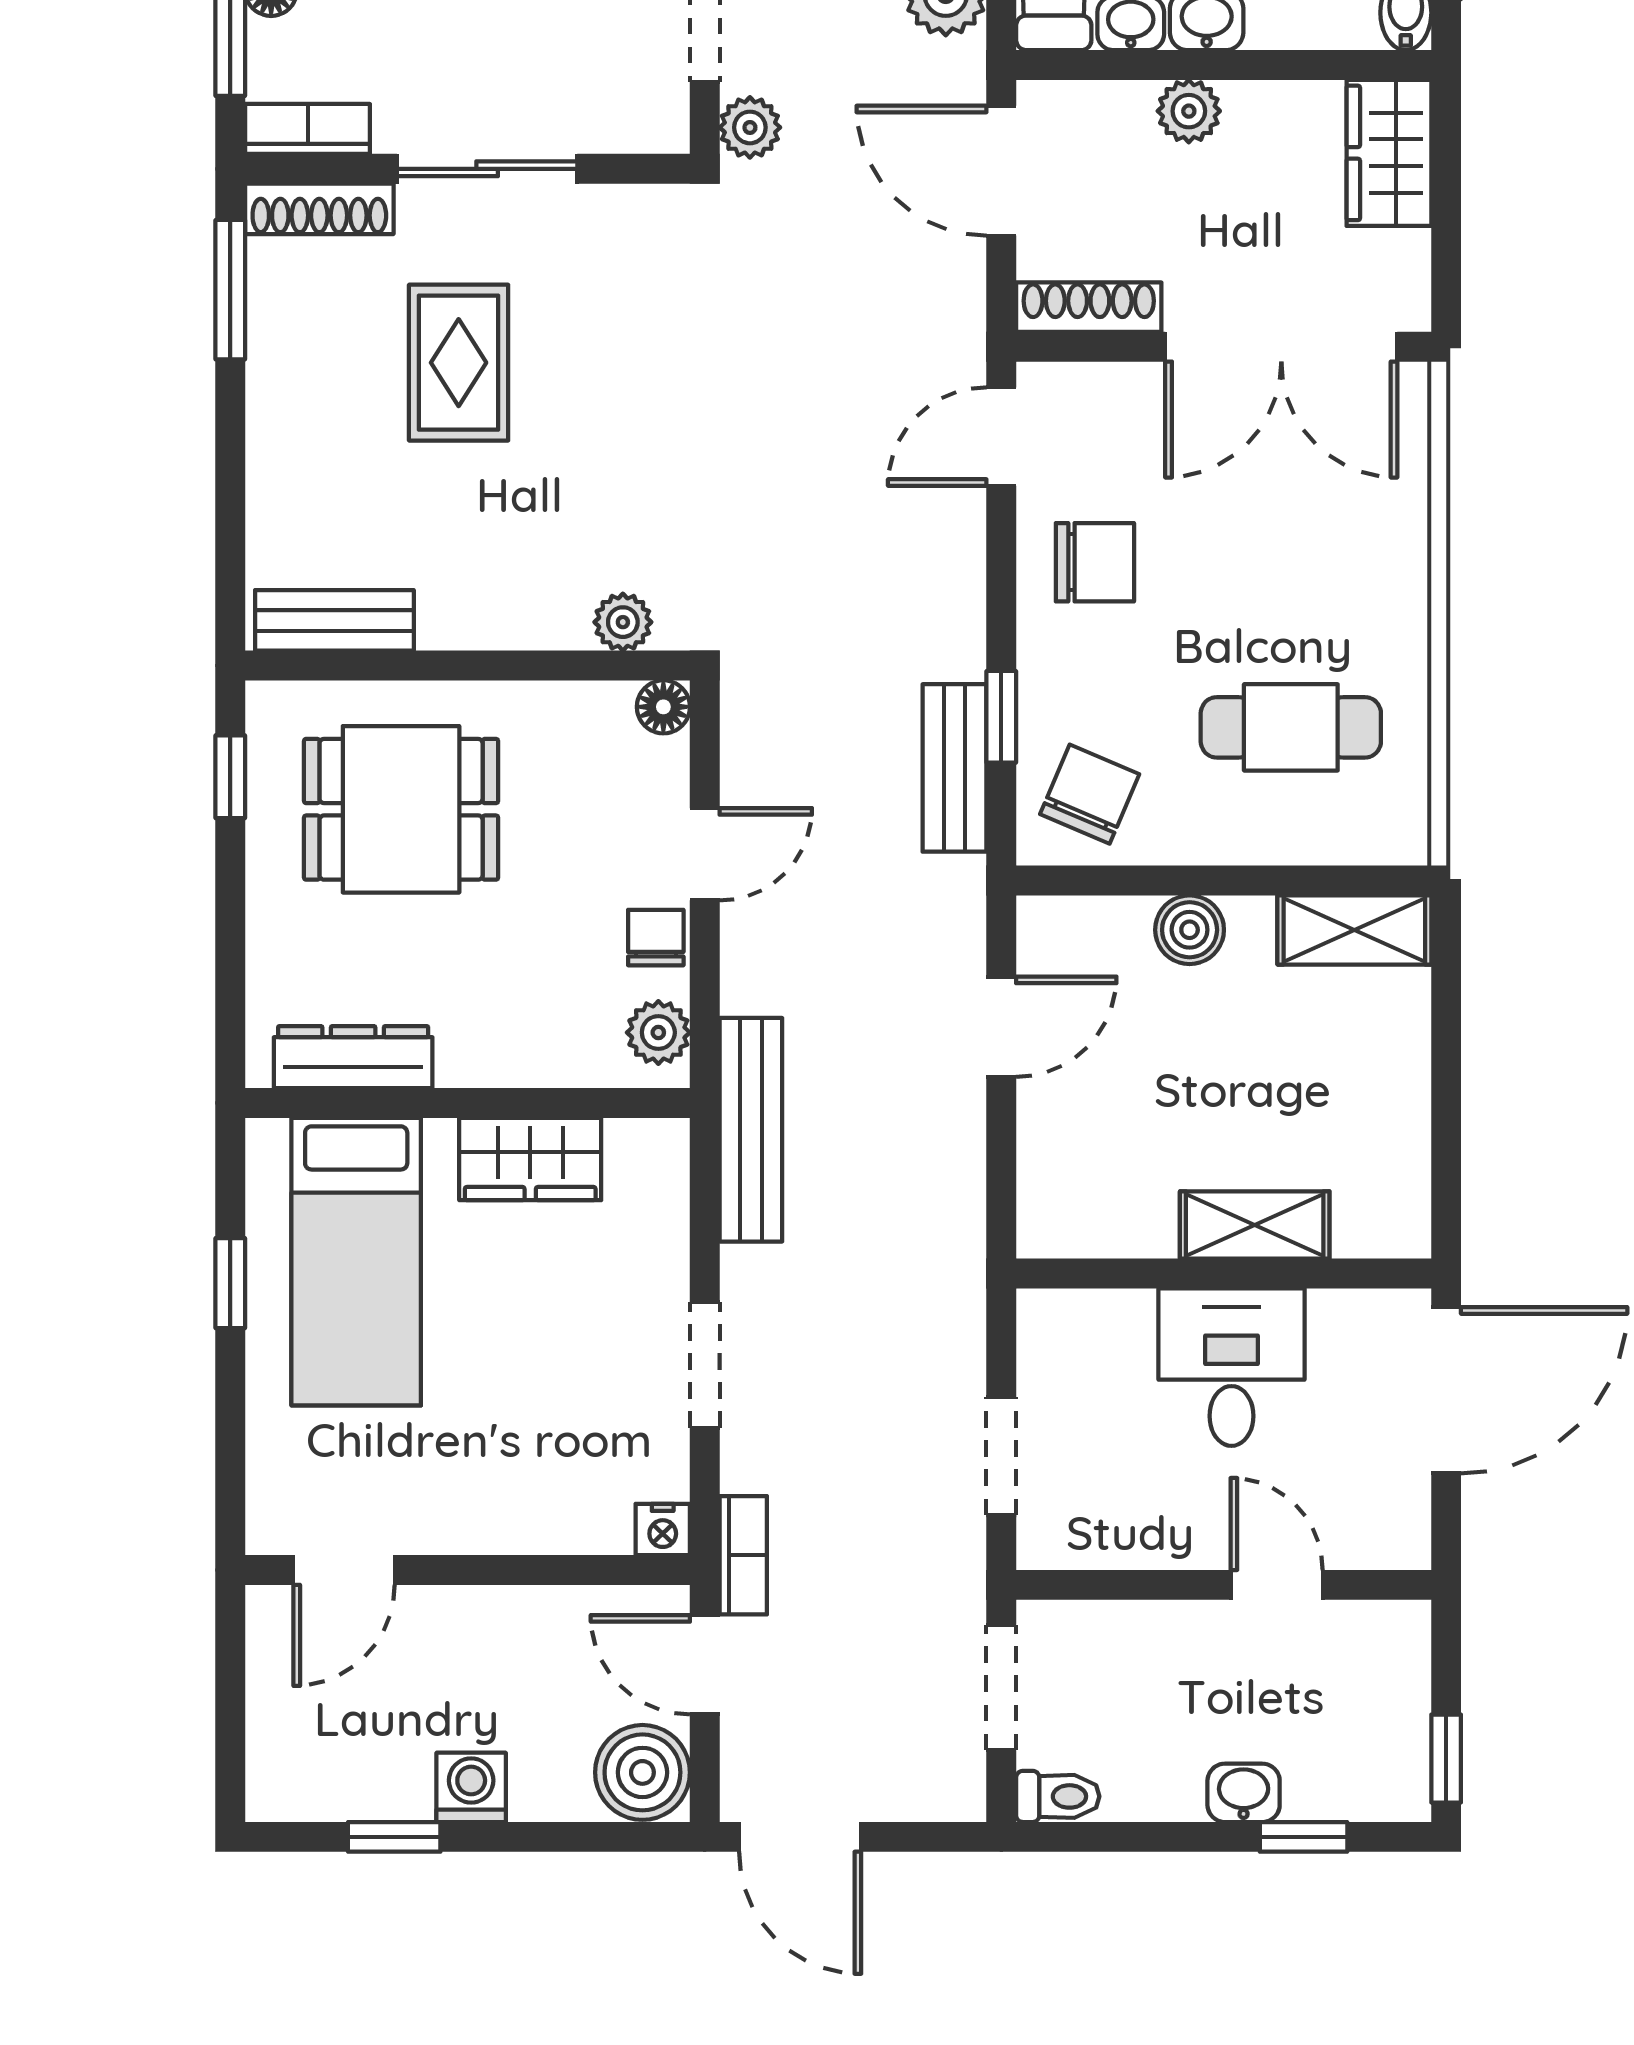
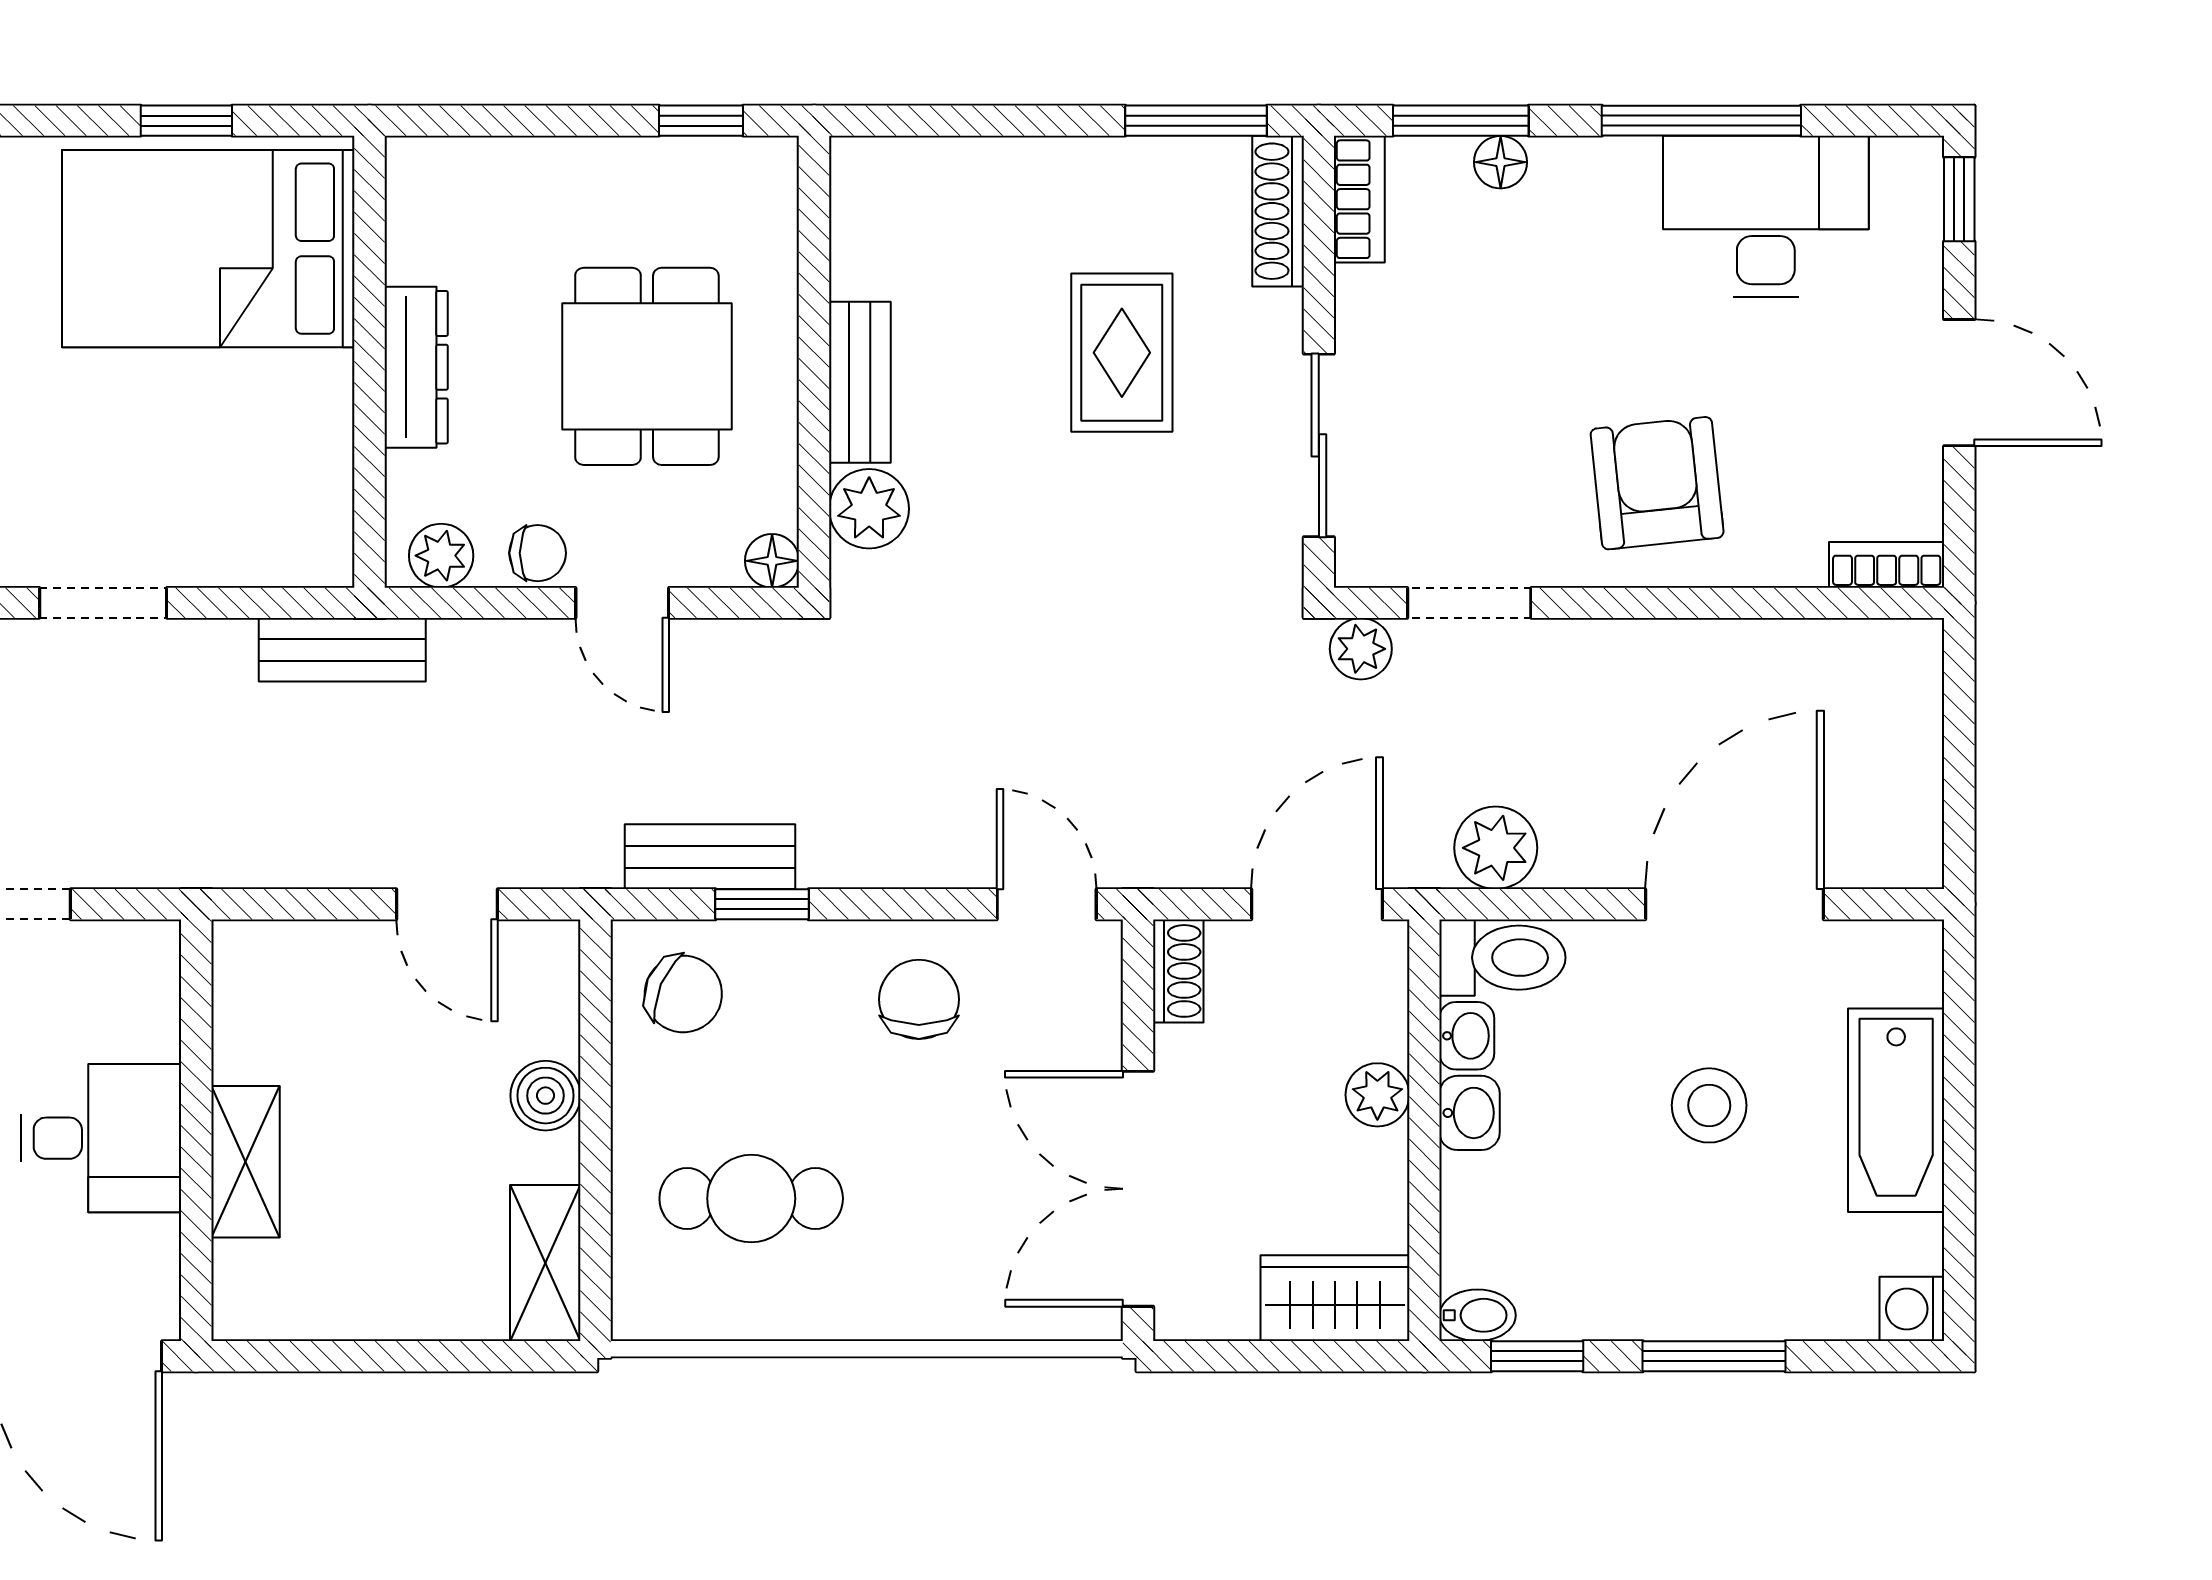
sliding door: (487, 169) -> (1319, 445), moved
shoe rack: (1089, 307) -> (1178, 971), width x0.70
rug: (459, 363) -> (1122, 353), turned 90
chair: (1095, 562) -> (919, 999), turned 180
bench: (334, 620) -> (860, 382), moved
plant: (623, 622) -> (869, 509), width x1.38, depth x1.38
cafe table: (1291, 727) -> (751, 1199), turned 90
dining table: (401, 809) -> (647, 366), moved
dresser: (353, 1057) -> (416, 367), moved
bench: (751, 1130) -> (342, 650), width x0.73
wardrobe: (530, 1159) -> (313, 426), removed
bed: (356, 1262) -> (208, 249), width x1.50

